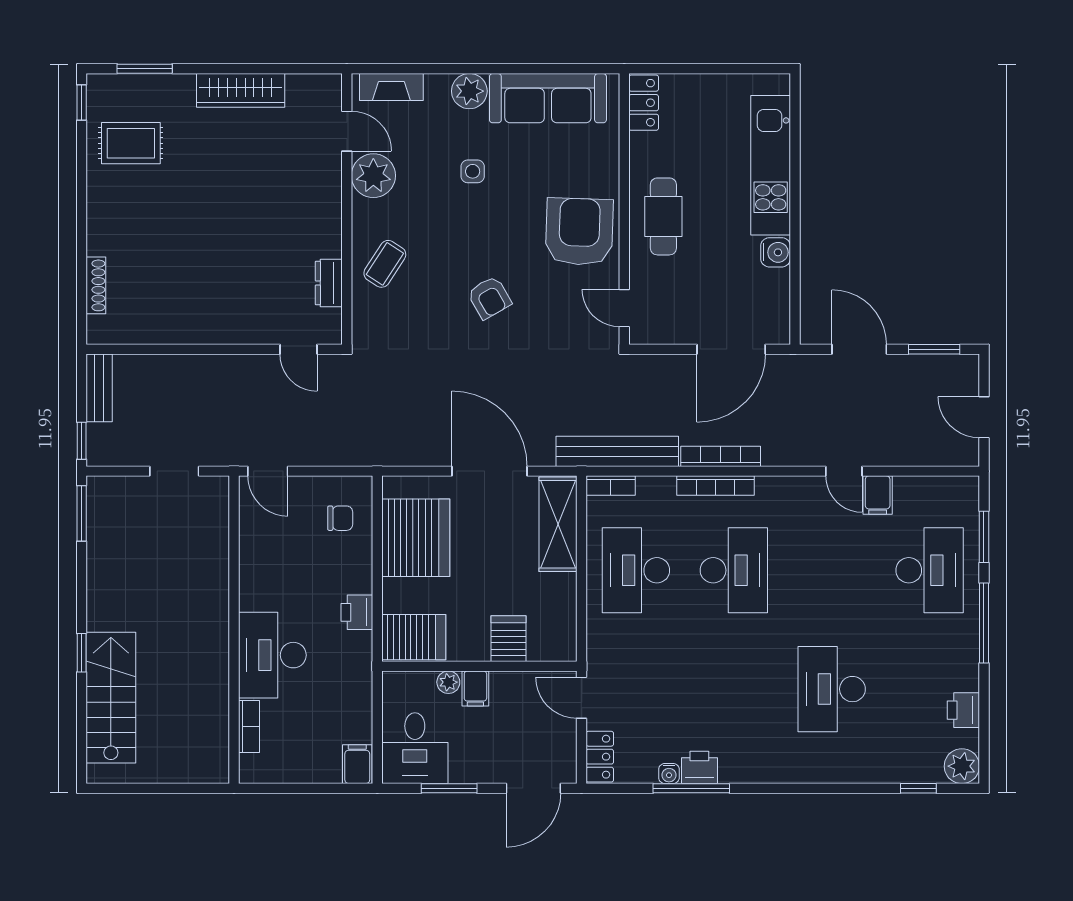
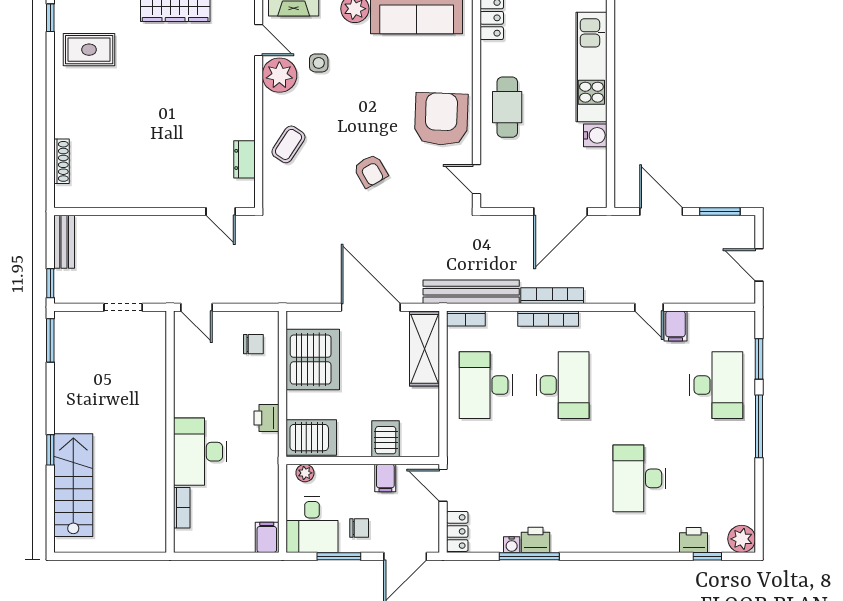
side table: (473, 171) -> (319, 63), moved
plant: (448, 682) -> (305, 473), moved
filing cabinet: (475, 689) -> (385, 478), moved
printer: (963, 710) -> (694, 540), moved, turned 90
chair: (475, 752) -> (359, 528), added

